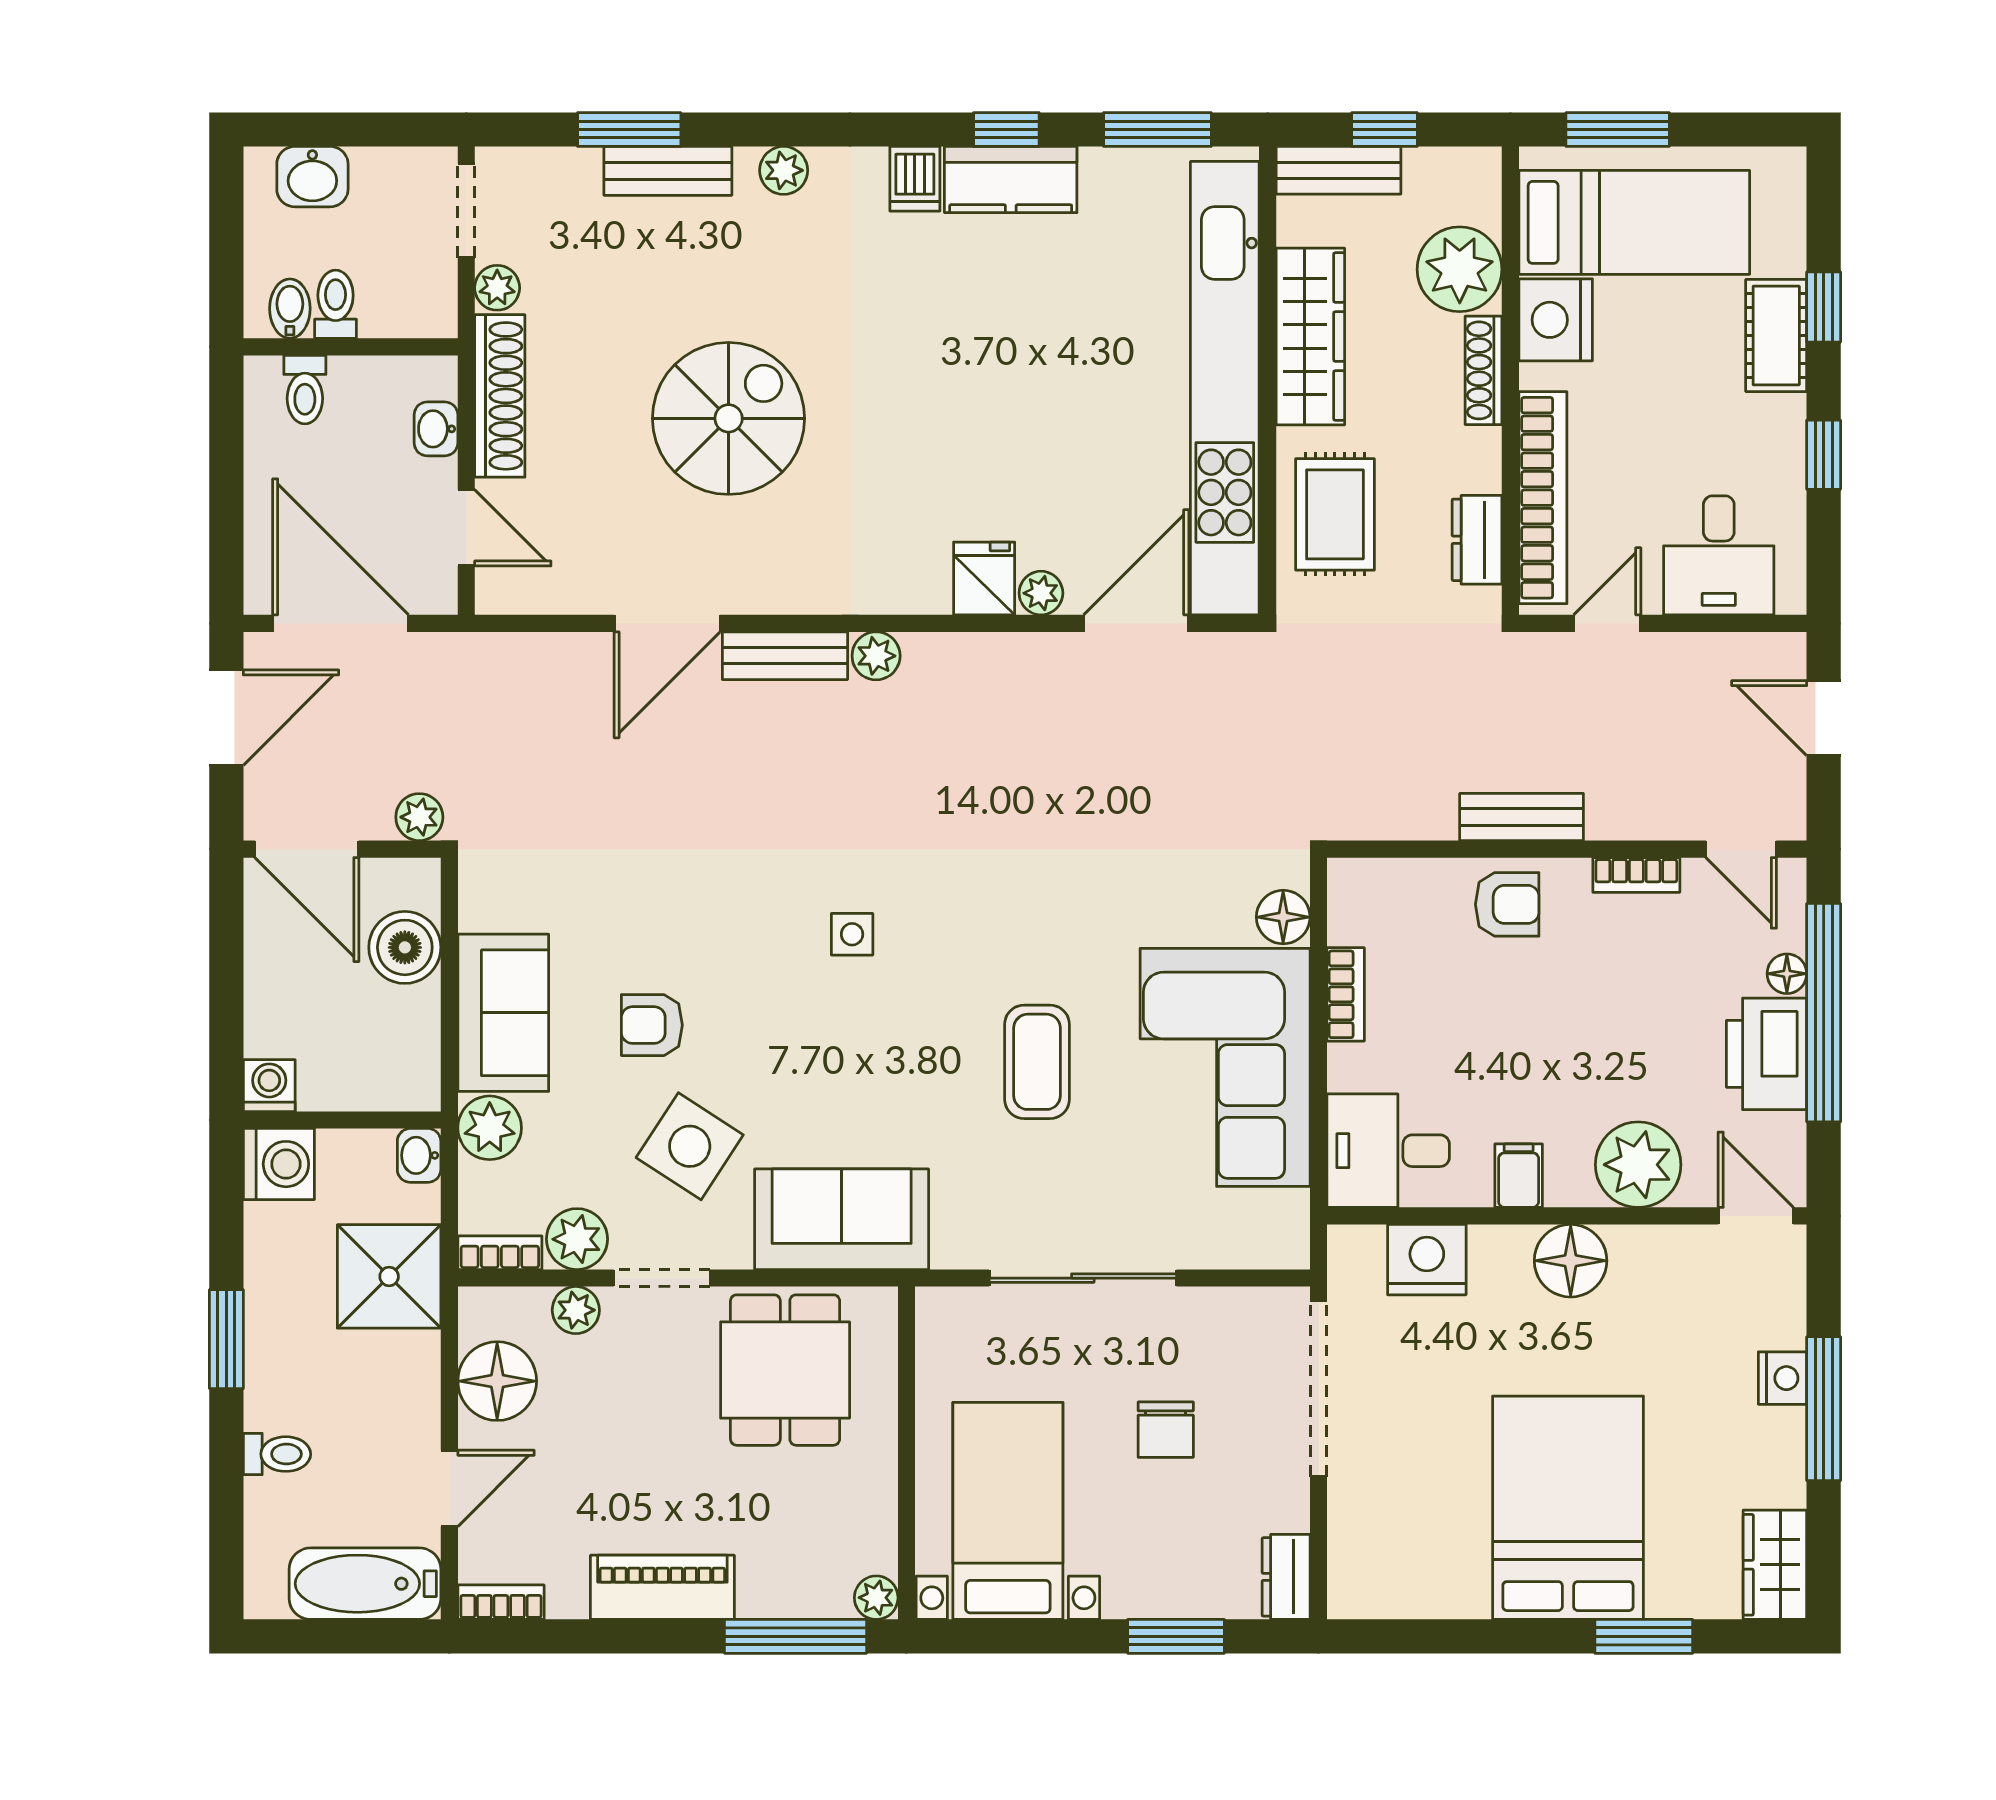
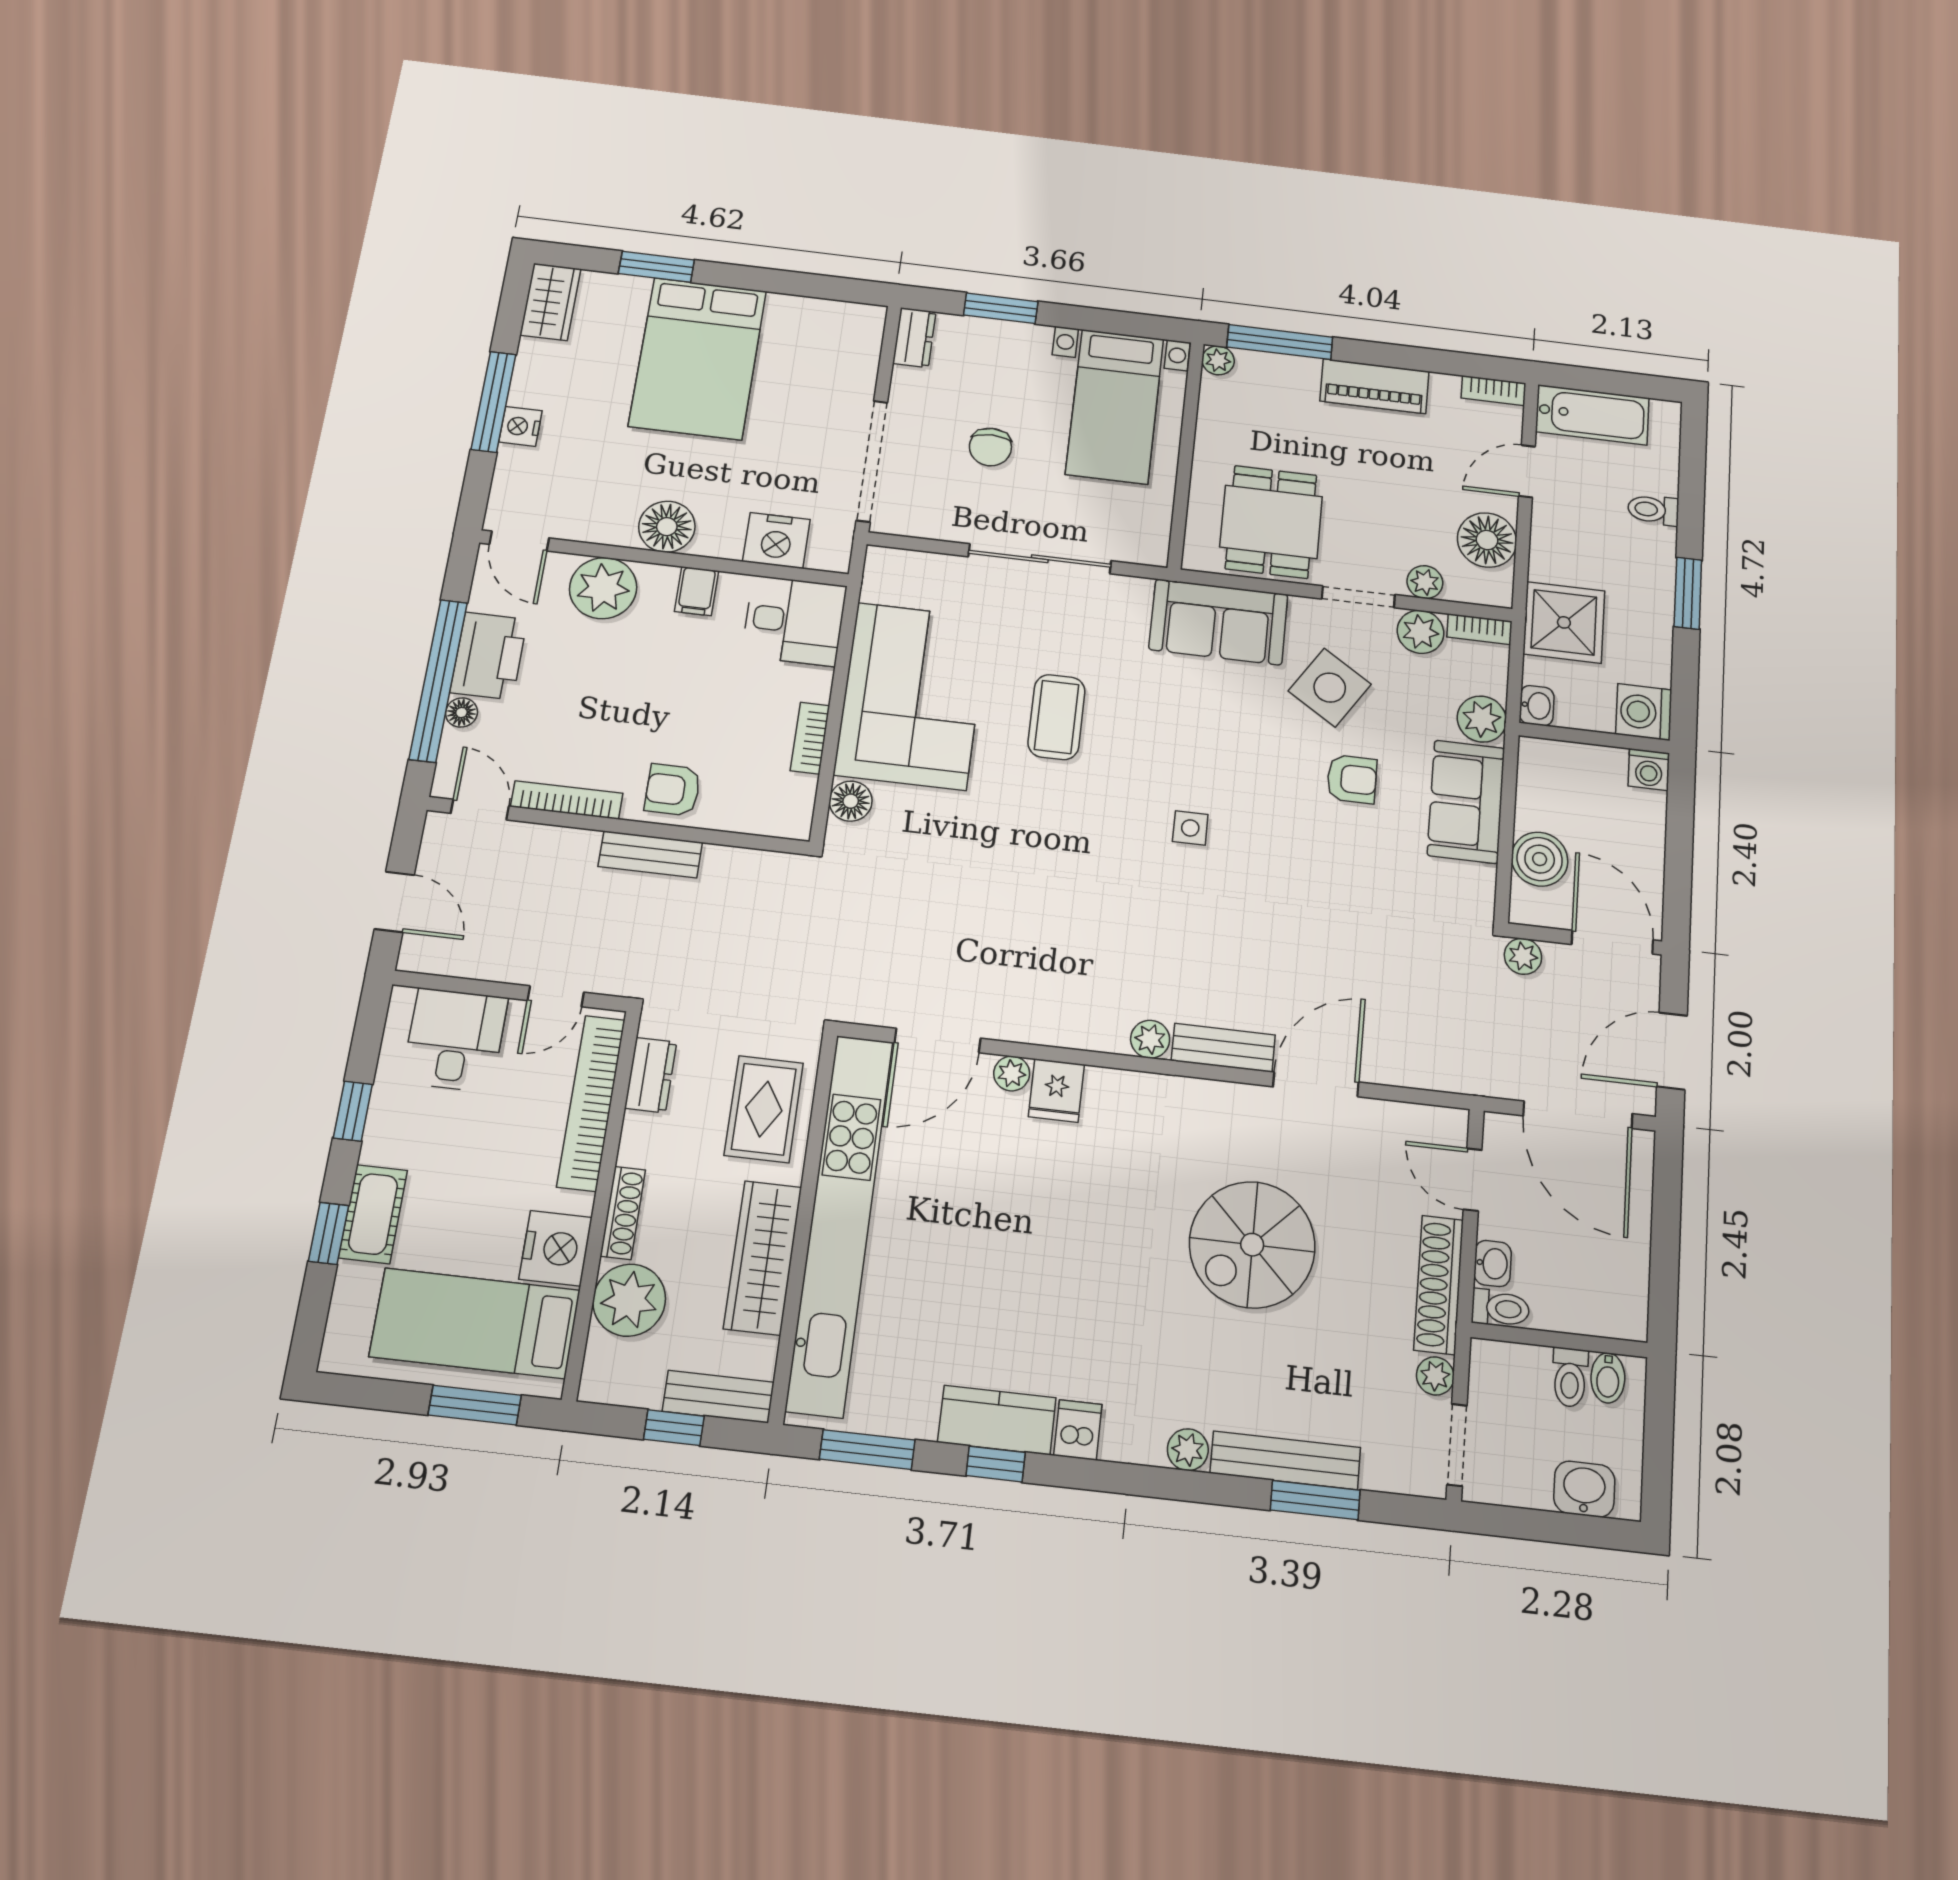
bench: (668, 171) -> (1285, 1460), width x1.36
toilet: (305, 390) -> (1500, 1308), moved, turned 90
bookcase: (1636, 875) -> (567, 800), width x1.56
chair: (1166, 1430) -> (990, 447), turned 180

